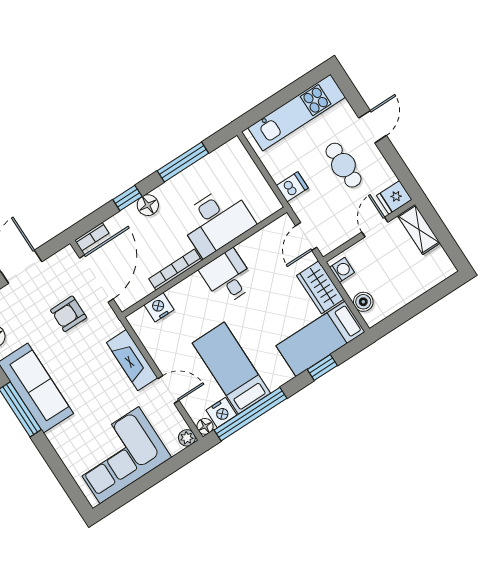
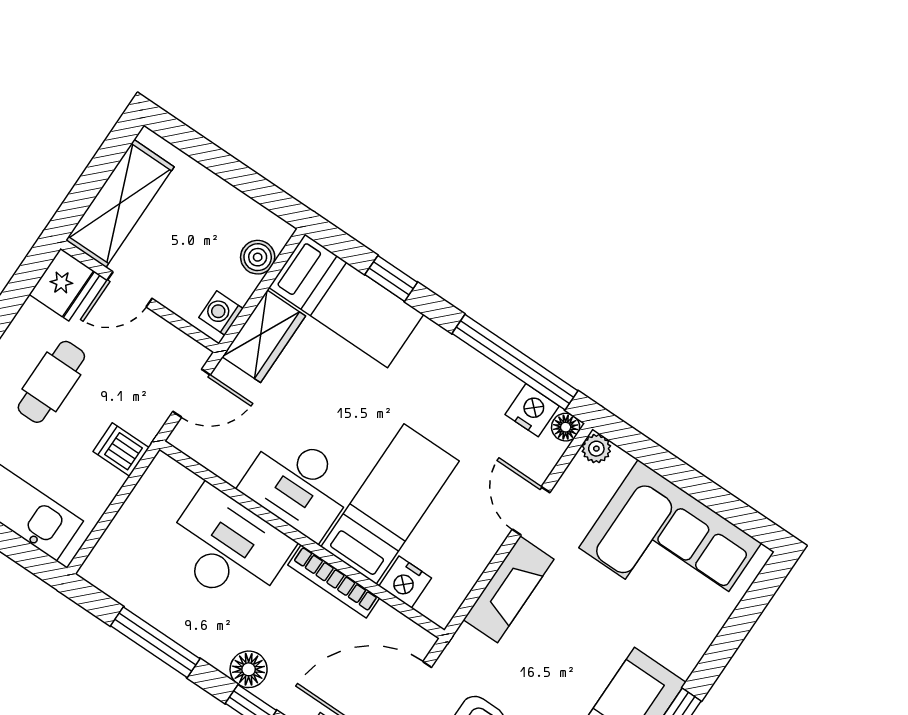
fridge: (394, 198) -> (65, 285), width x1.38
shelving: (419, 229) -> (120, 204), width x1.50, depth x1.33
desk: (228, 277) -> (299, 485), width x1.37
bed: (231, 368) -> (390, 504), moved, turned 180

